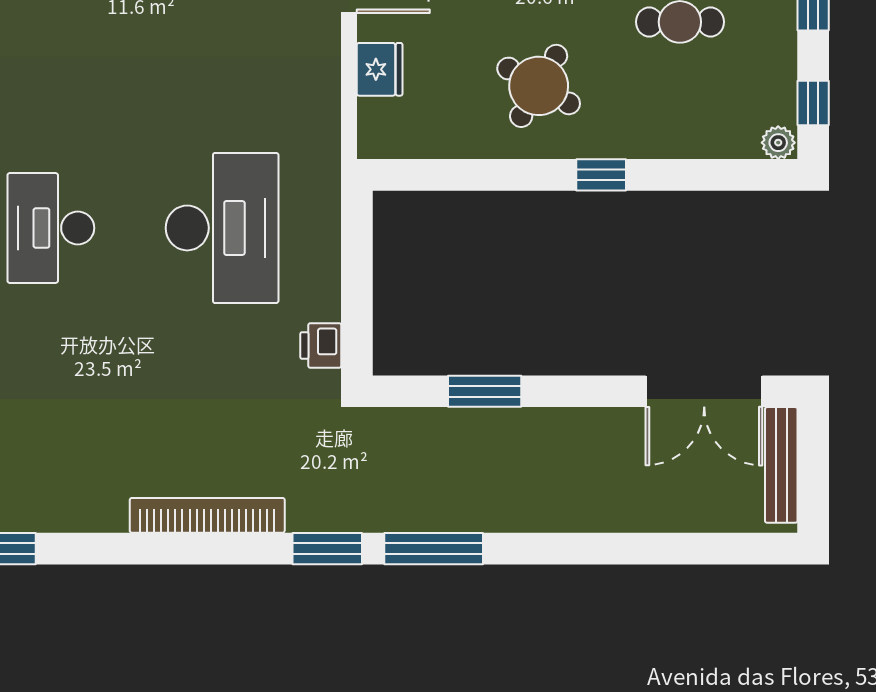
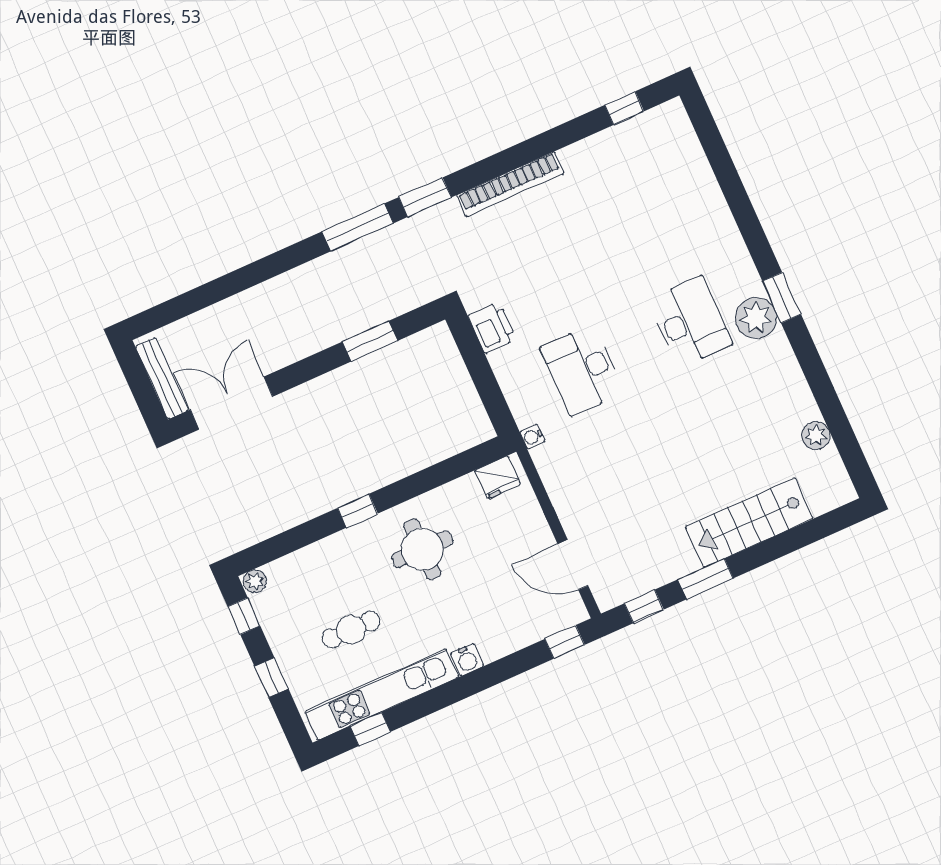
fridge: (380, 69) -> (498, 477), moved, turned -90
round table: (539, 86) -> (422, 549), turned -30
water cooler: (327, 170) -> (532, 437), added
desk: (222, 228) -> (582, 370), width x0.73, depth x0.77
printer: (321, 346) -> (492, 327), width x1.36, depth x1.24

